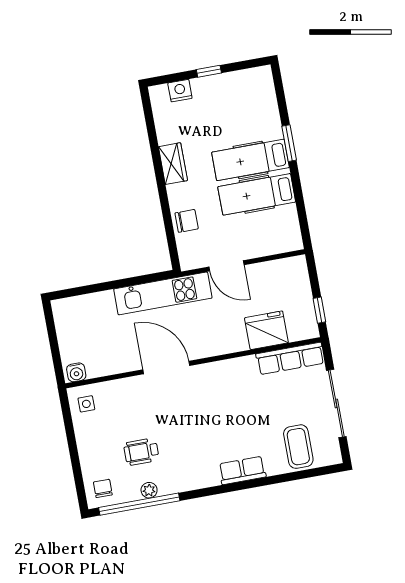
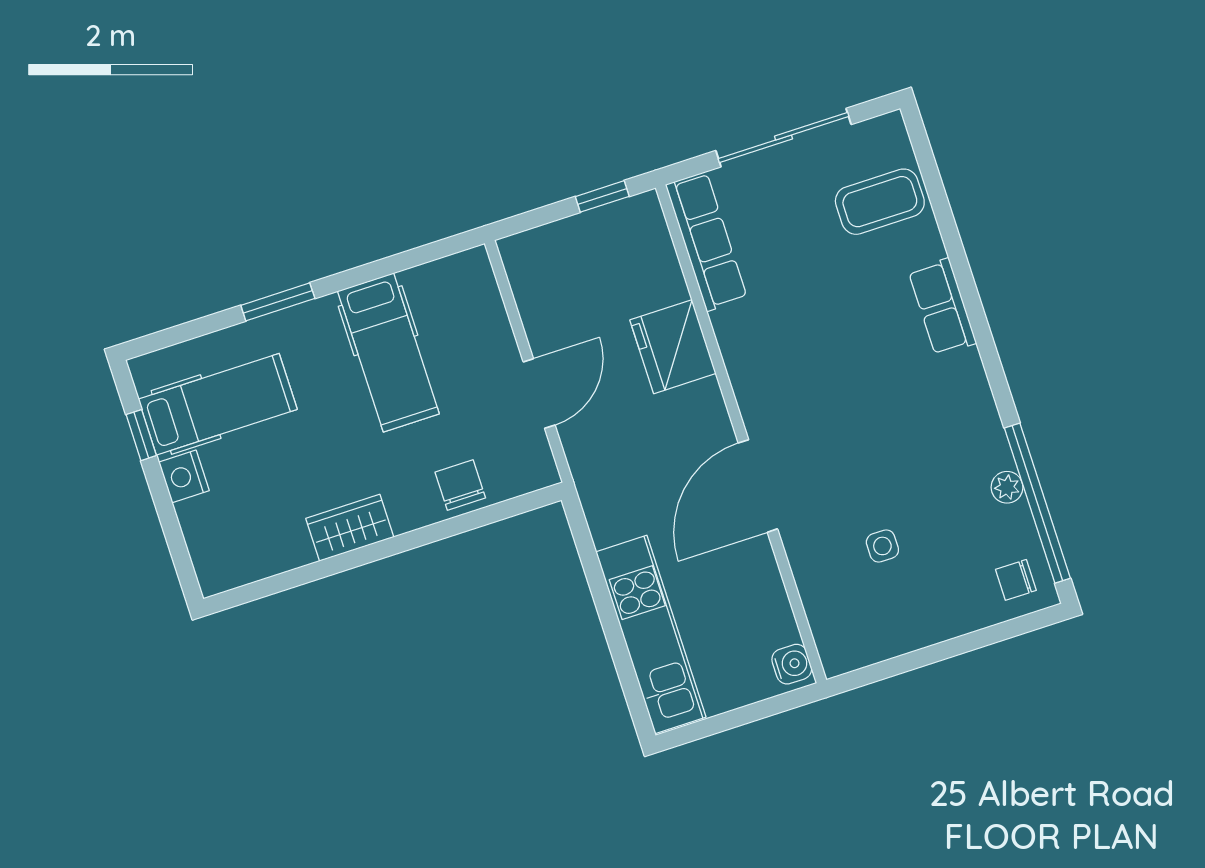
window: (209, 71) -> (141, 435), moved
nightstand: (180, 91) -> (184, 476), moved
hospital bed: (250, 160) -> (218, 404), moved, turned -90
kitchen unit: (163, 293) -> (651, 635), moved
fridge: (266, 330) -> (673, 347), moved
side table: (86, 404) -> (882, 546), moved
wheelchair: (141, 452) -> (932, 513), removed

